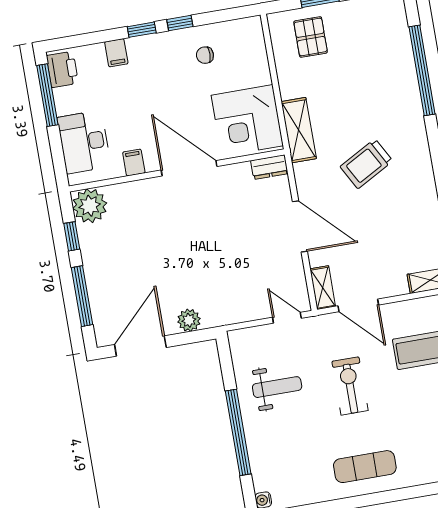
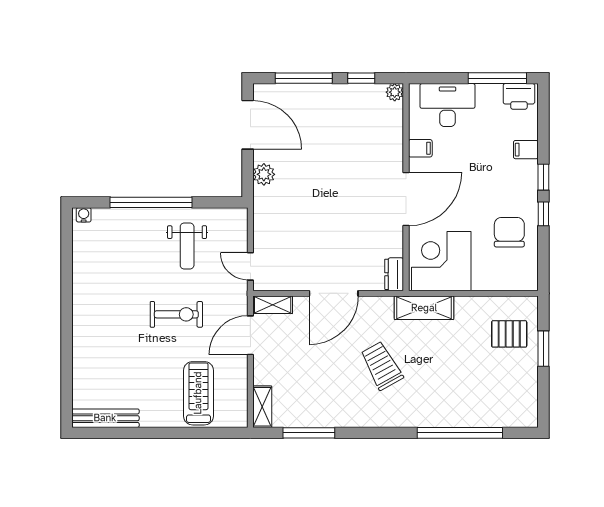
chair: (205, 55) -> (509, 232), width x1.87, depth x1.87
plant: (90, 206) -> (395, 92), width x0.53, depth x0.53
door: (287, 318) -> (250, 266), swing flipped
exercise mat: (365, 467) -> (98, 315), removed

